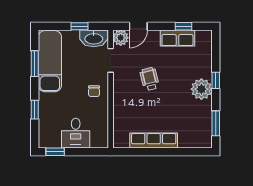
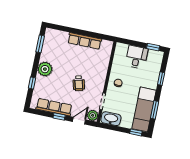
window: (79, 26) -> (136, 132), moved
window: (183, 26) -> (59, 117), moved
row of seats: (177, 38) -> (54, 107), width x1.48
window: (216, 80) -> (32, 83), moved

